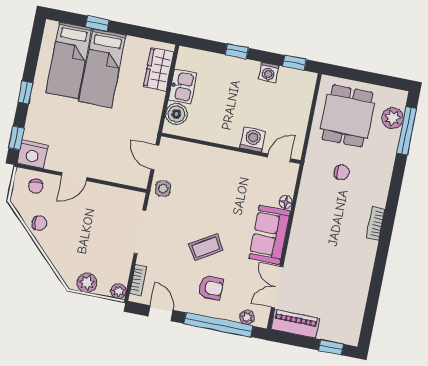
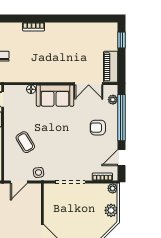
coffee table: (206, 247) -> (25, 142), moved
armchair: (211, 288) -> (98, 128), turned -90

